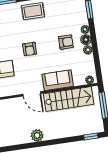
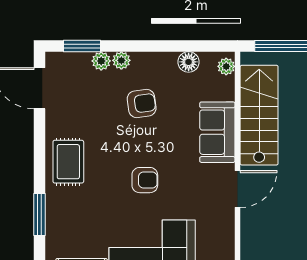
floor lamp: (86, 40) -> (189, 62), moved
armchair: (66, 42) -> (142, 103), turned 82
plant: (88, 50) -> (101, 61), moved

